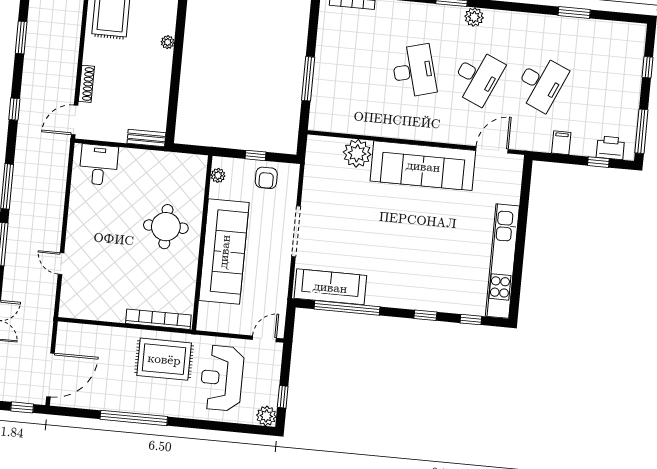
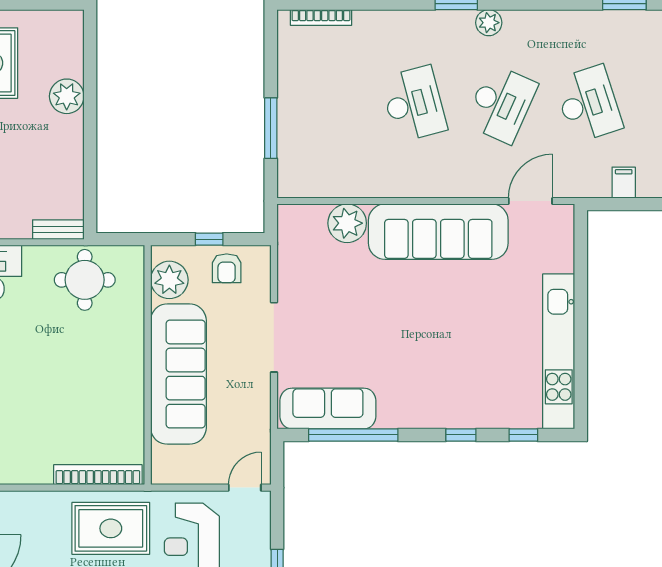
plant: (168, 42) -> (67, 96), width x1.88, depth x1.88
desk: (541, 83) -> (588, 104), turned -42
plant: (218, 175) -> (169, 280), width x1.88, depth x1.88
round table: (166, 227) -> (85, 280), moved

